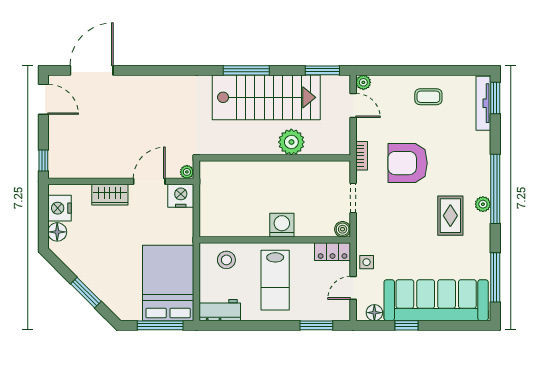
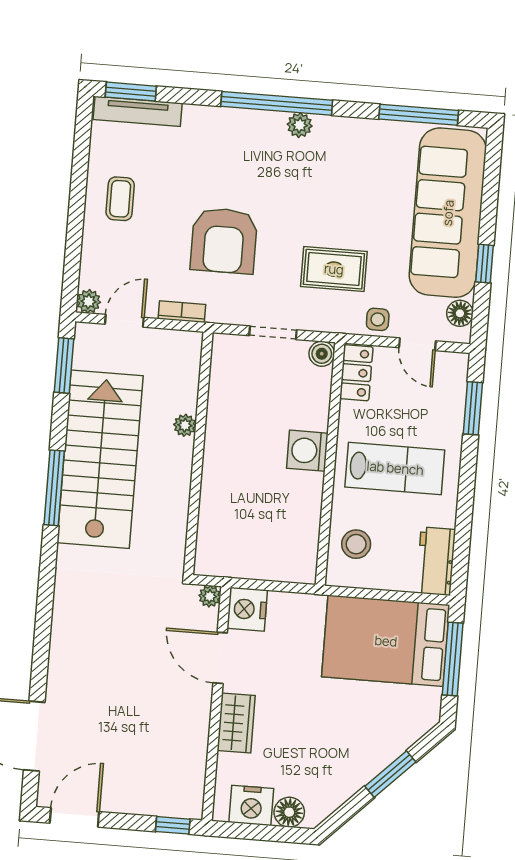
plant: (291, 142) -> (185, 425), width x0.53, depth x0.53
bookcase: (362, 156) -> (182, 312), moved
rug: (450, 216) -> (334, 269), moved

